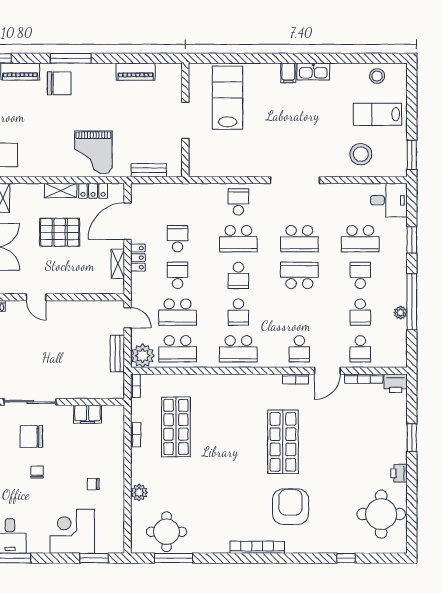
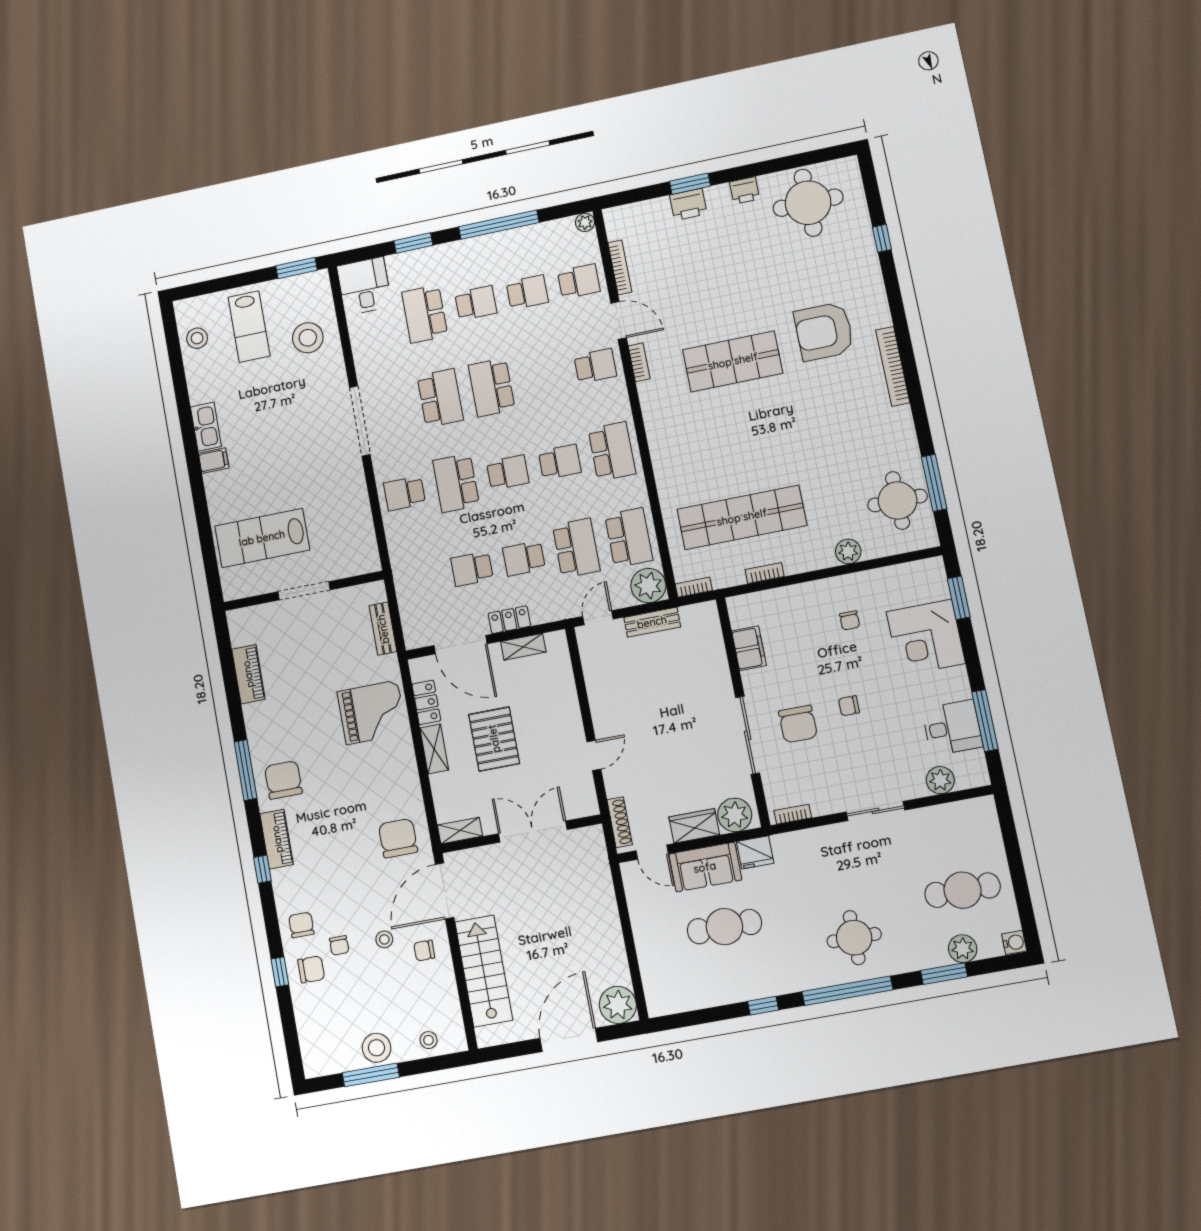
school desk: (238, 239) -> (456, 483), turned 180
school desk: (360, 239) -> (425, 314), turned 180
school desk: (360, 275) -> (476, 303), turned 180
plant: (401, 313) -> (585, 222), moved
printer: (396, 383) -> (688, 204), moved, turned 90
shop shelf: (176, 427) -> (742, 517), width x1.40

